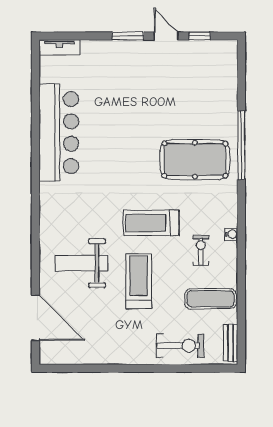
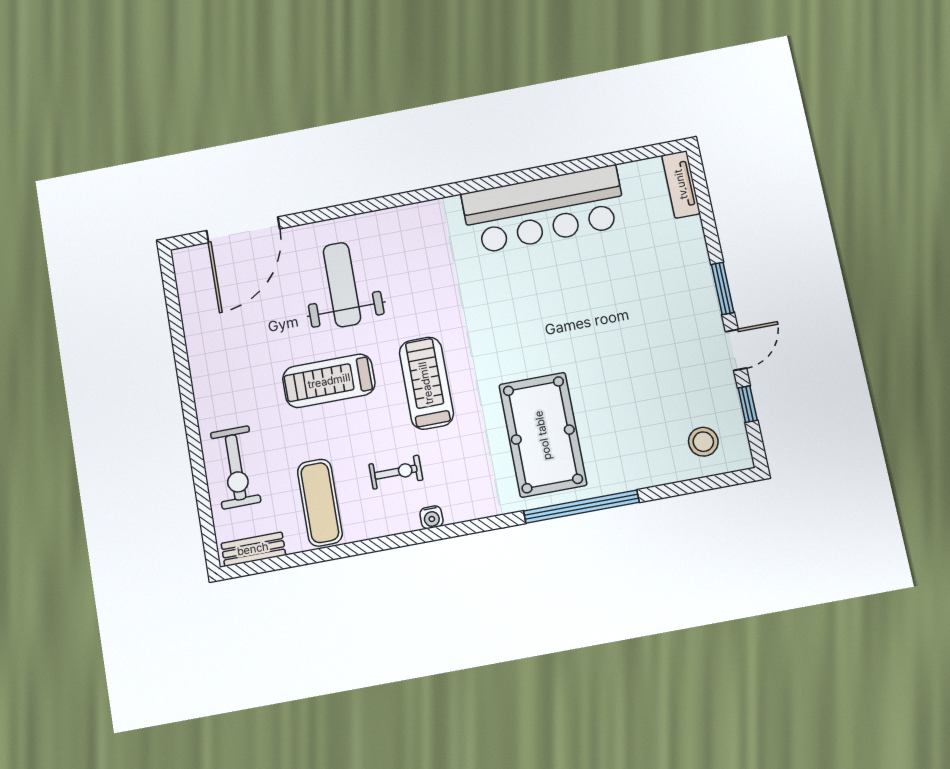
stool: (217, 66) -> (703, 442), added
treadmill: (139, 281) -> (329, 381), turned 180

